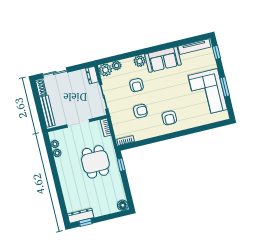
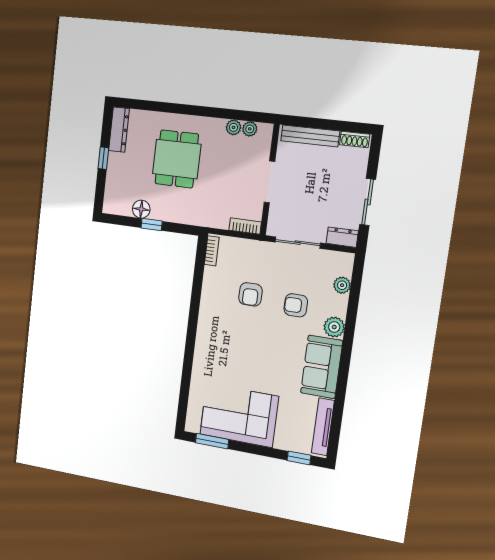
plant: (105, 70) -> (342, 263), removed
sliding door: (55, 73) -> (368, 202), moved
window: (225, 87) -> (212, 441), moved
armchair: (169, 118) -> (222, 337), removed
dining table: (95, 162) -> (177, 159), moved, turned 90
window: (121, 165) -> (152, 225), moved
floor lamp: (123, 205) -> (141, 209), moved
window: (86, 222) -> (103, 158), moved

